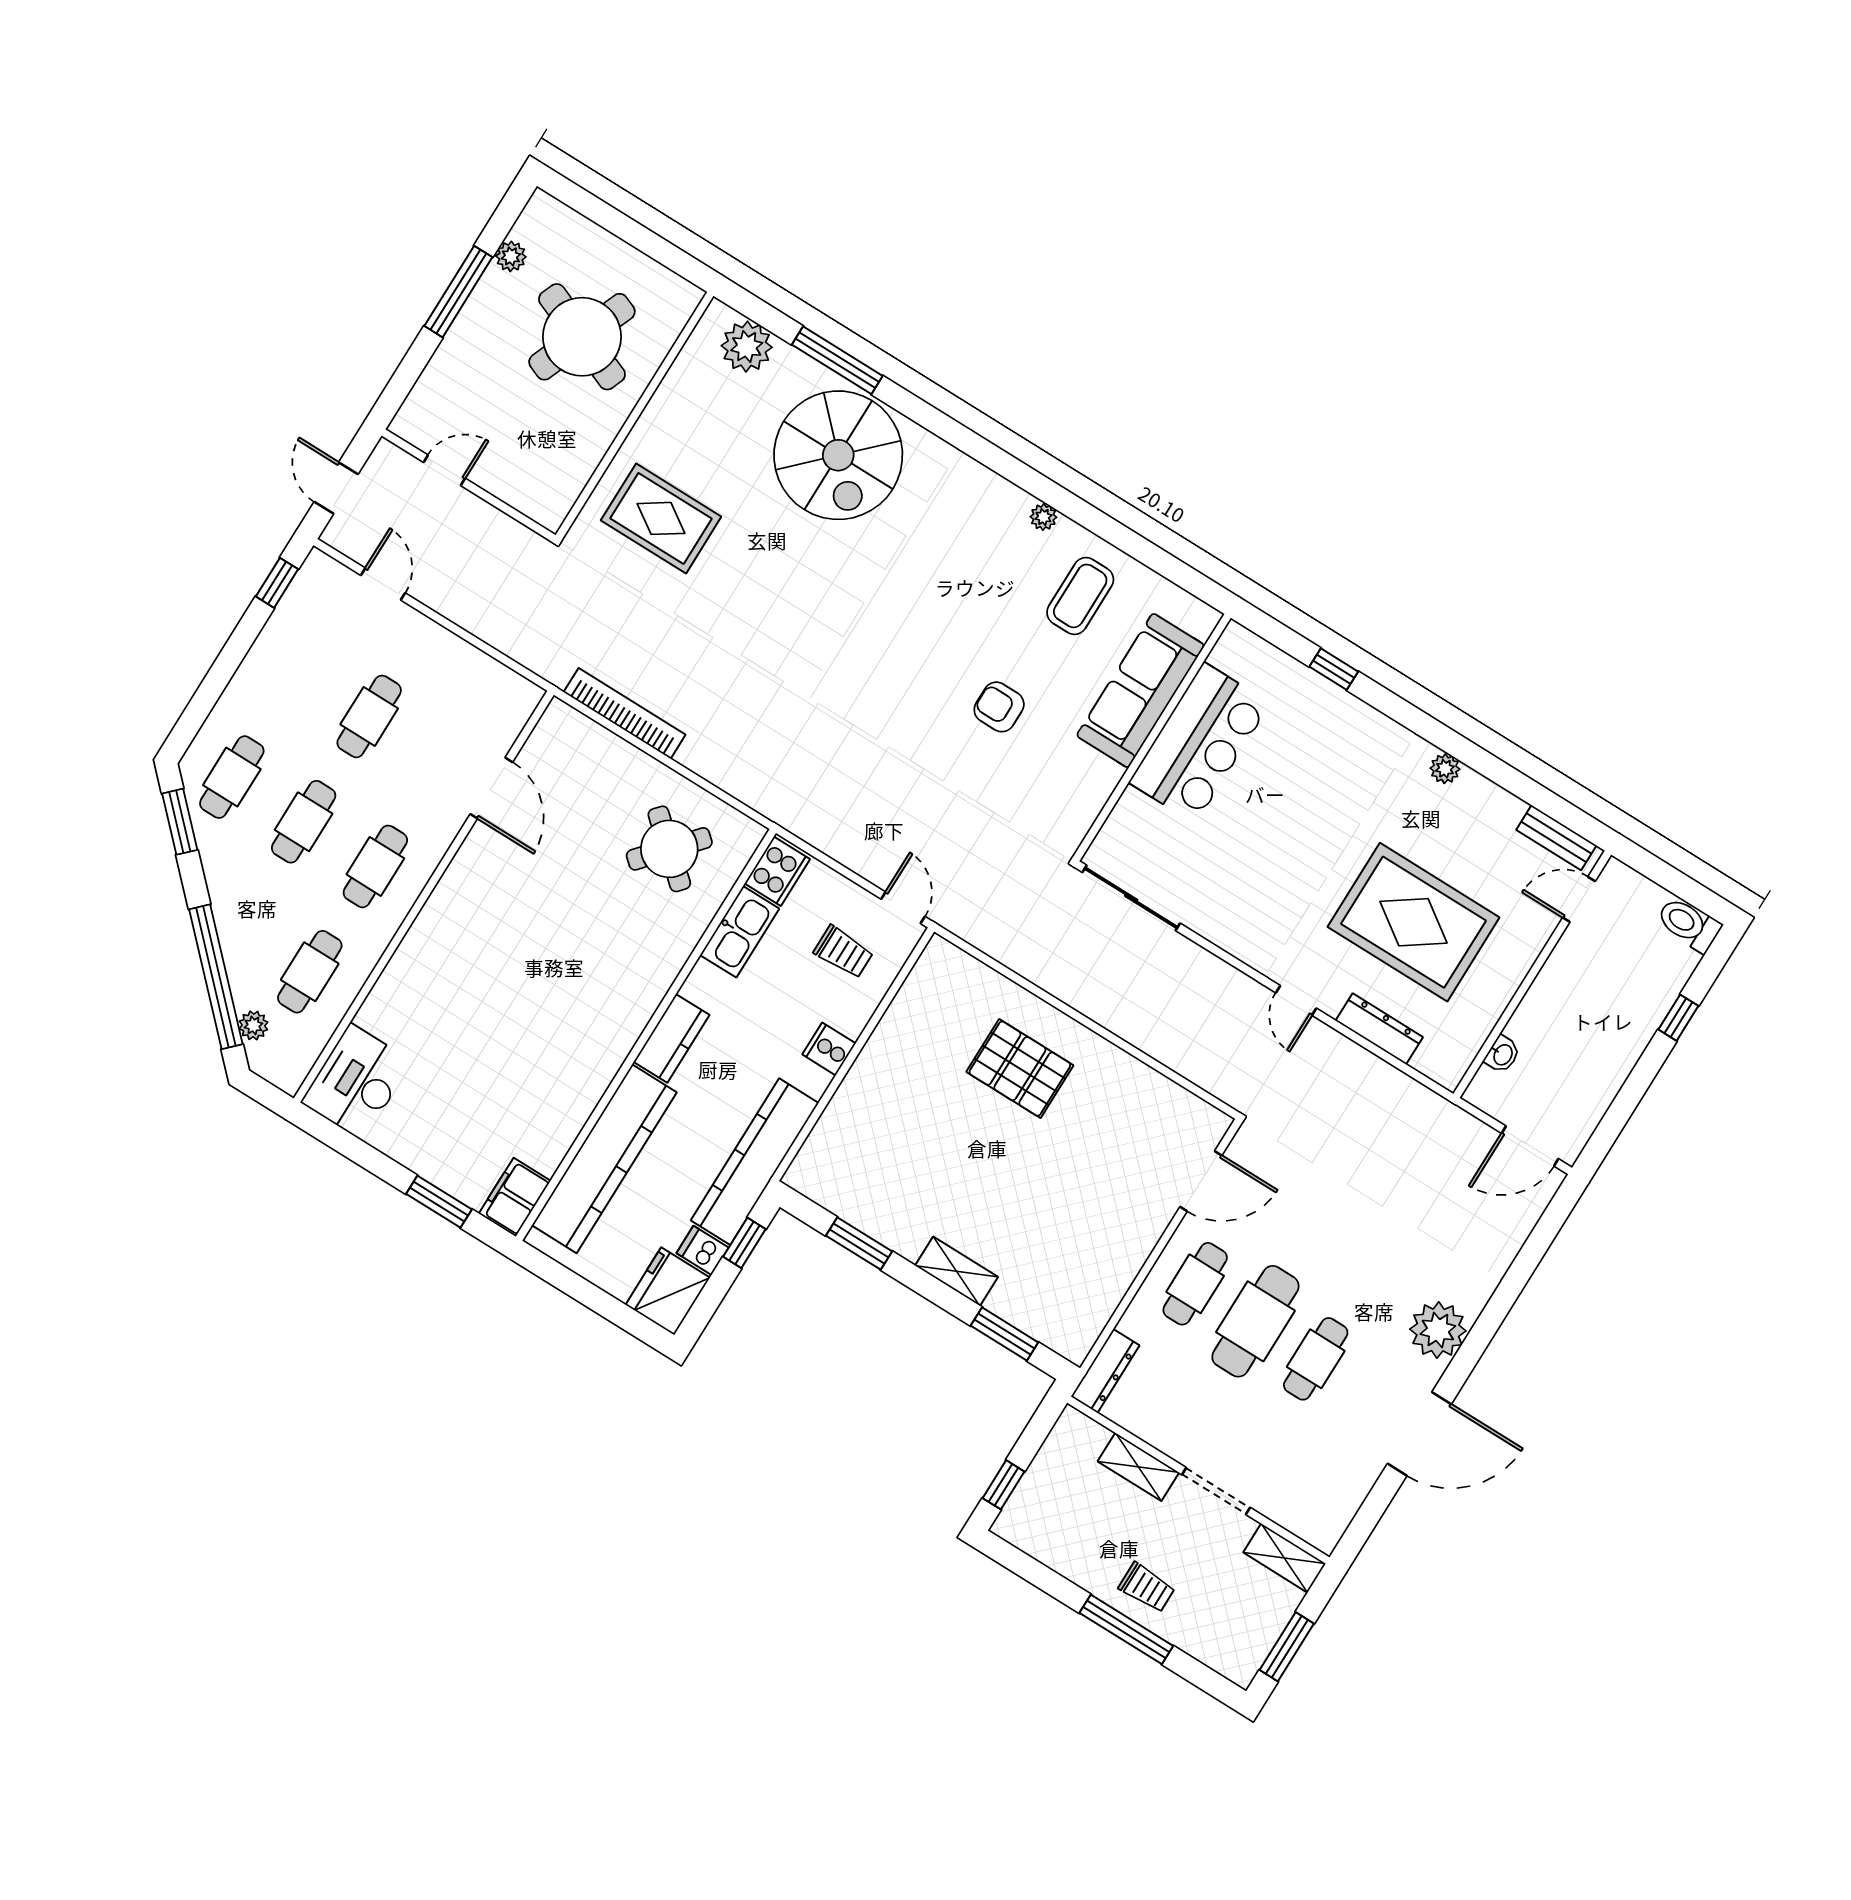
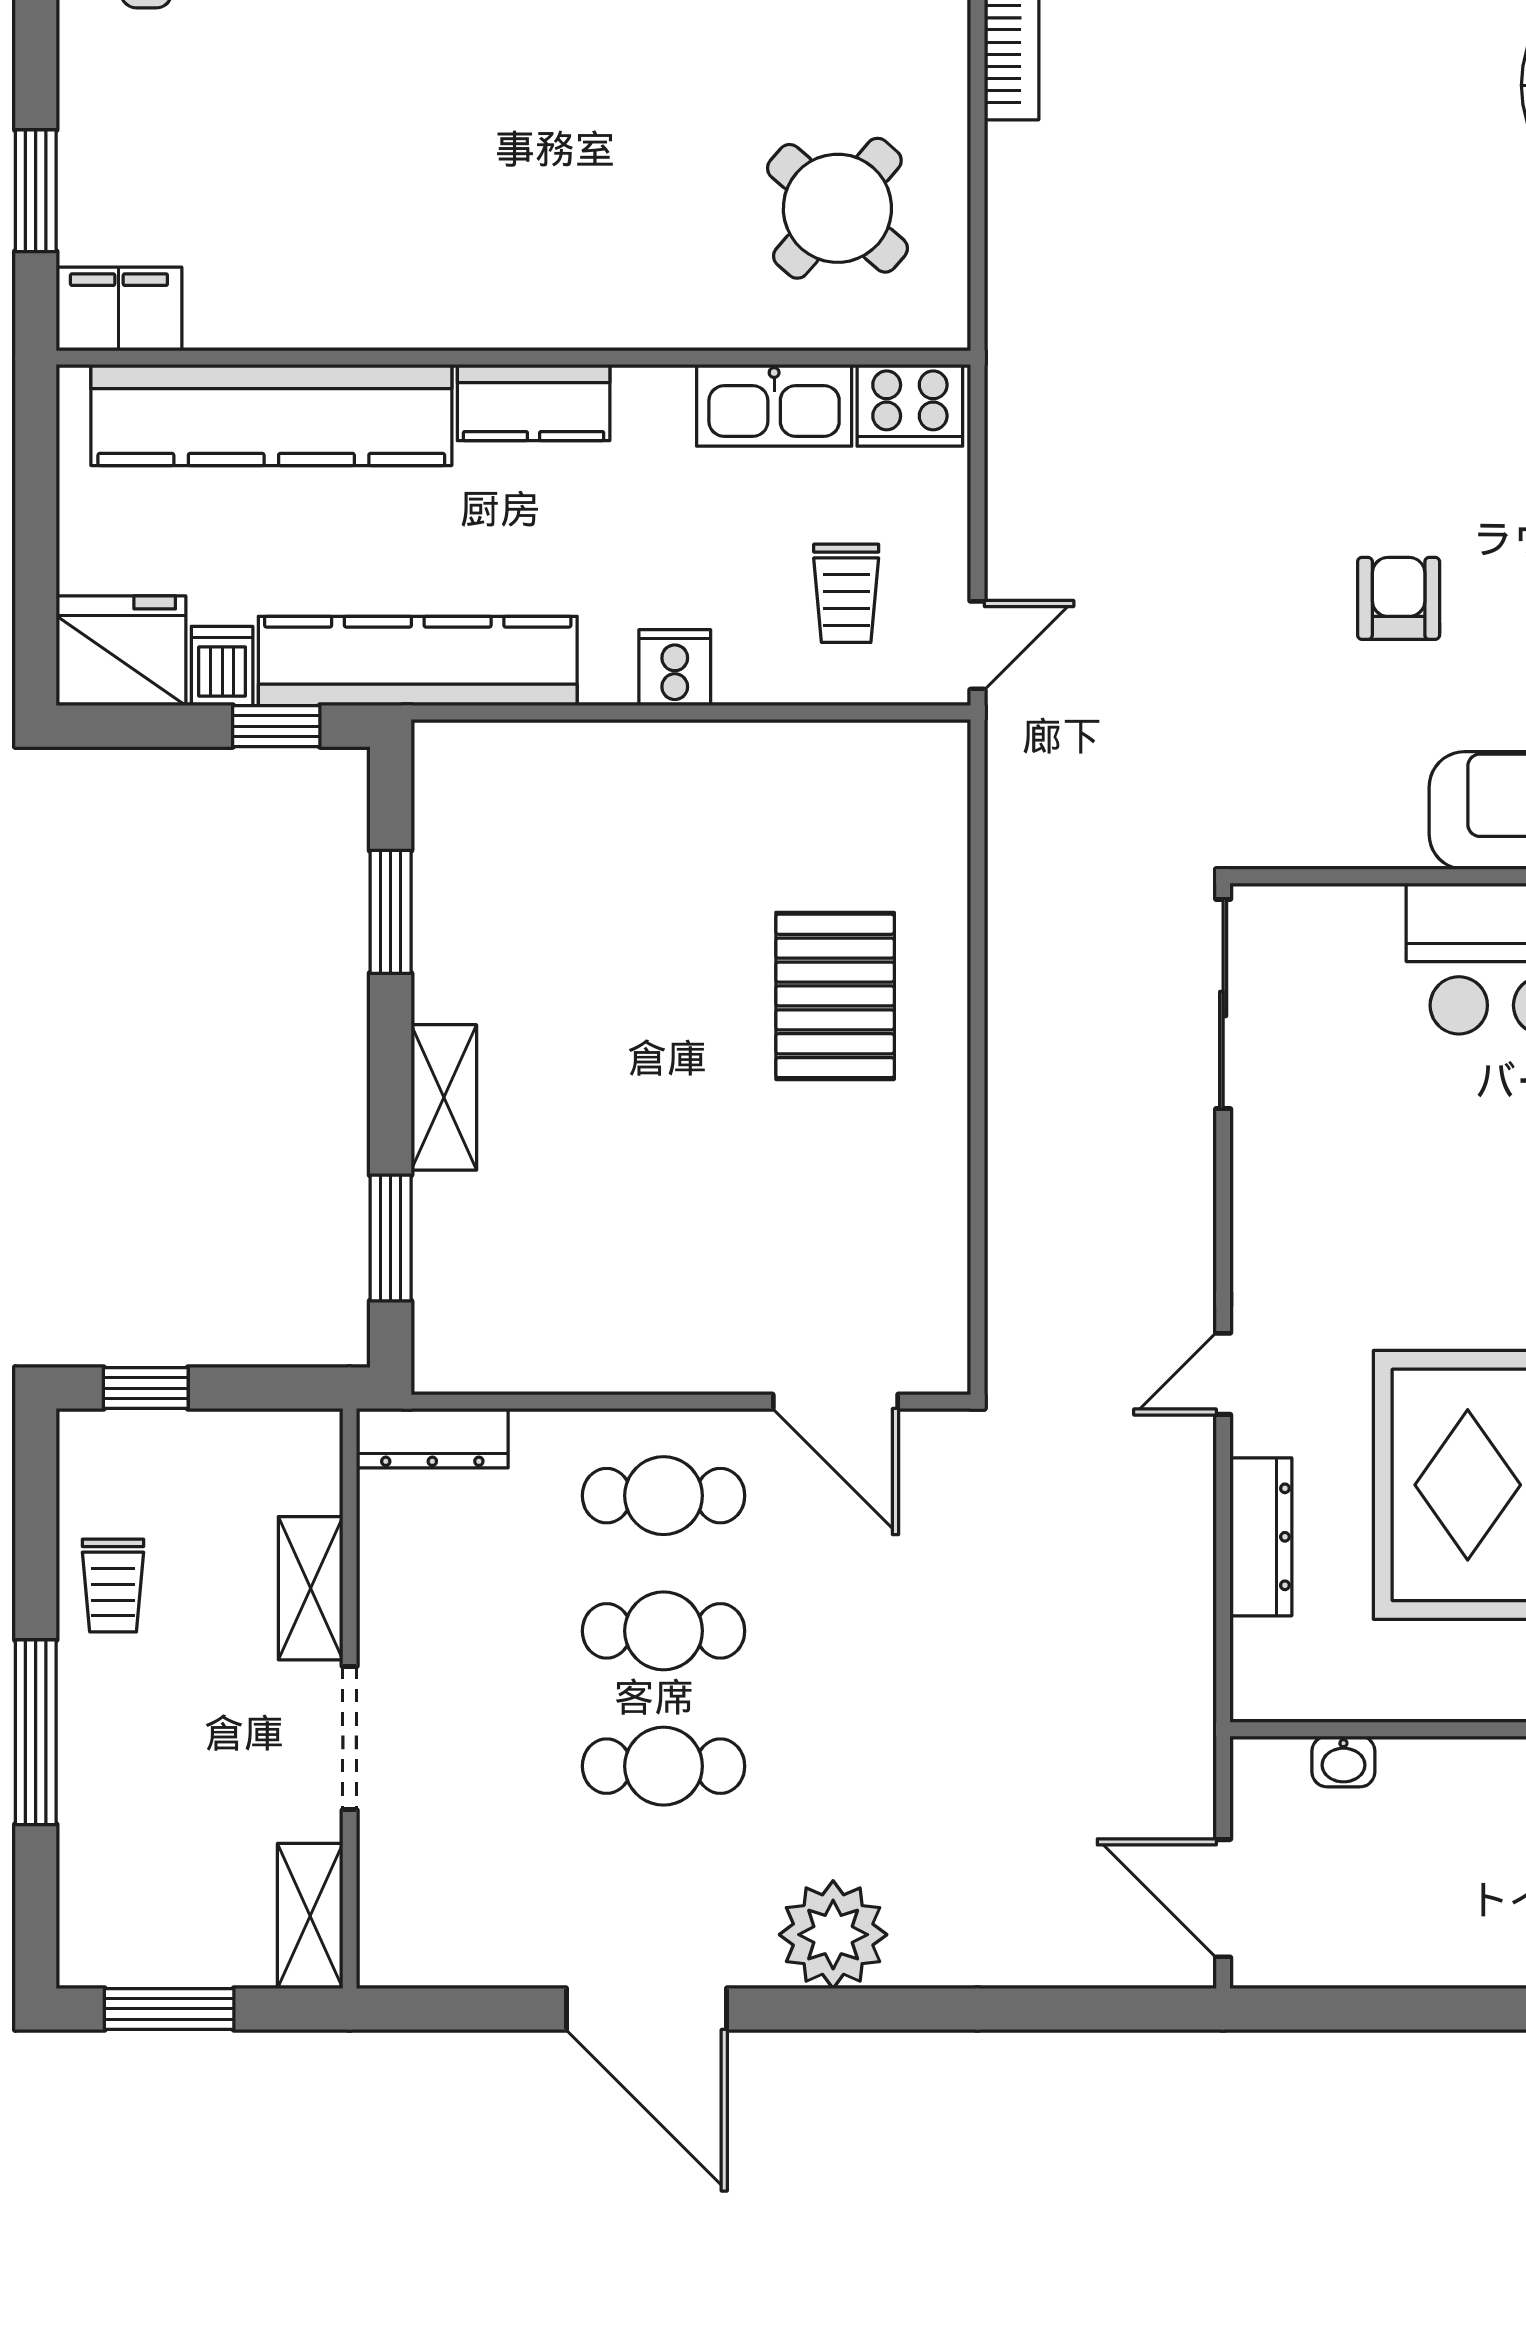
cafe table: (1255, 1321) -> (664, 1631), width x0.73, depth x0.74
trolley: (1147, 1588) -> (113, 1586), moved

